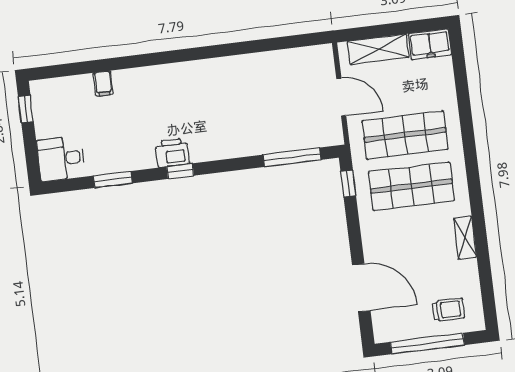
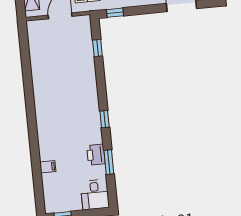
printer: (172, 153) -> (96, 155), moved
window: (292, 157) -> (97, 48), width x0.46

